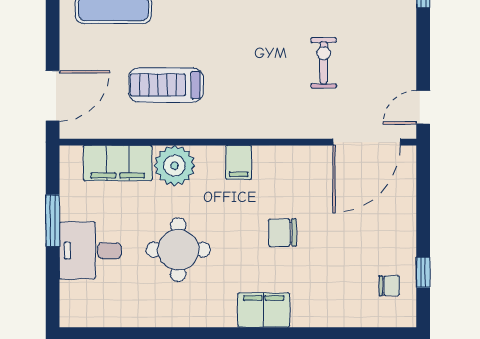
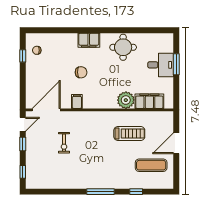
window: (423, 60) -> (23, 144), added
door: (53, 96) -> (176, 143), moved
filing cabinet: (239, 162) -> (77, 101), moved
window: (53, 220) -> (176, 64), moved
round table: (178, 250) -> (123, 47), moved

